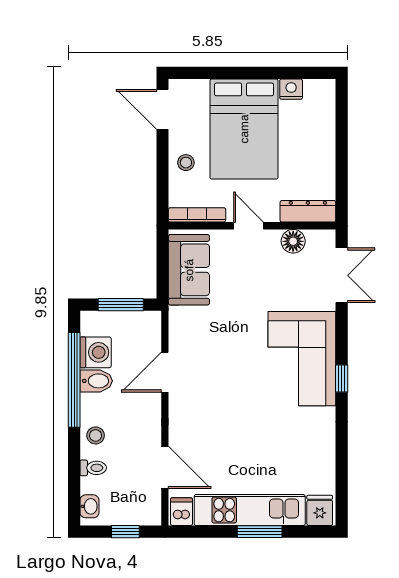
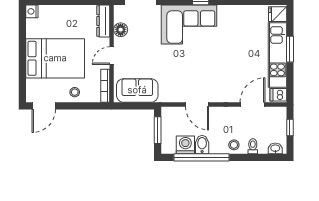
nightstand: (291, 89) -> (32, 11), moved

